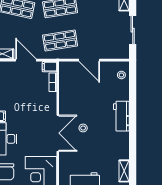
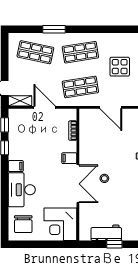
display table: (98, 21) -> (120, 67), added
filing cabinet: (49, 67) -> (69, 158), moved

